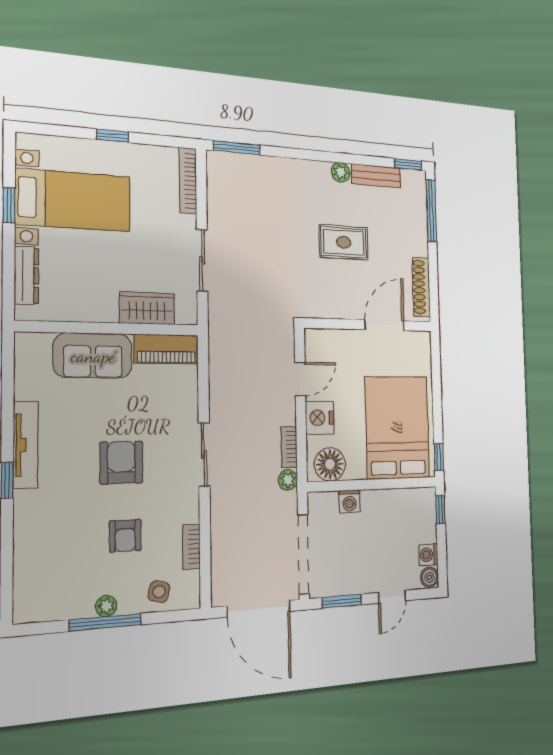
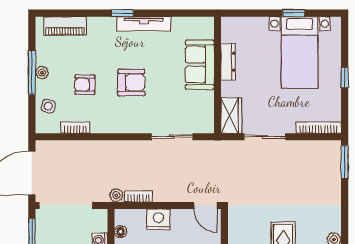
dresser: (26, 276) -> (228, 62), moved, turned -90
wardrobe: (147, 308) -> (231, 115), moved
piano: (166, 349) -> (65, 26), moved, turned -90
door: (300, 379) -> (205, 205), moved
sliding door: (204, 454) -> (172, 137), moved
floor lamp: (330, 464) -> (121, 232), width x0.53, depth x0.53

